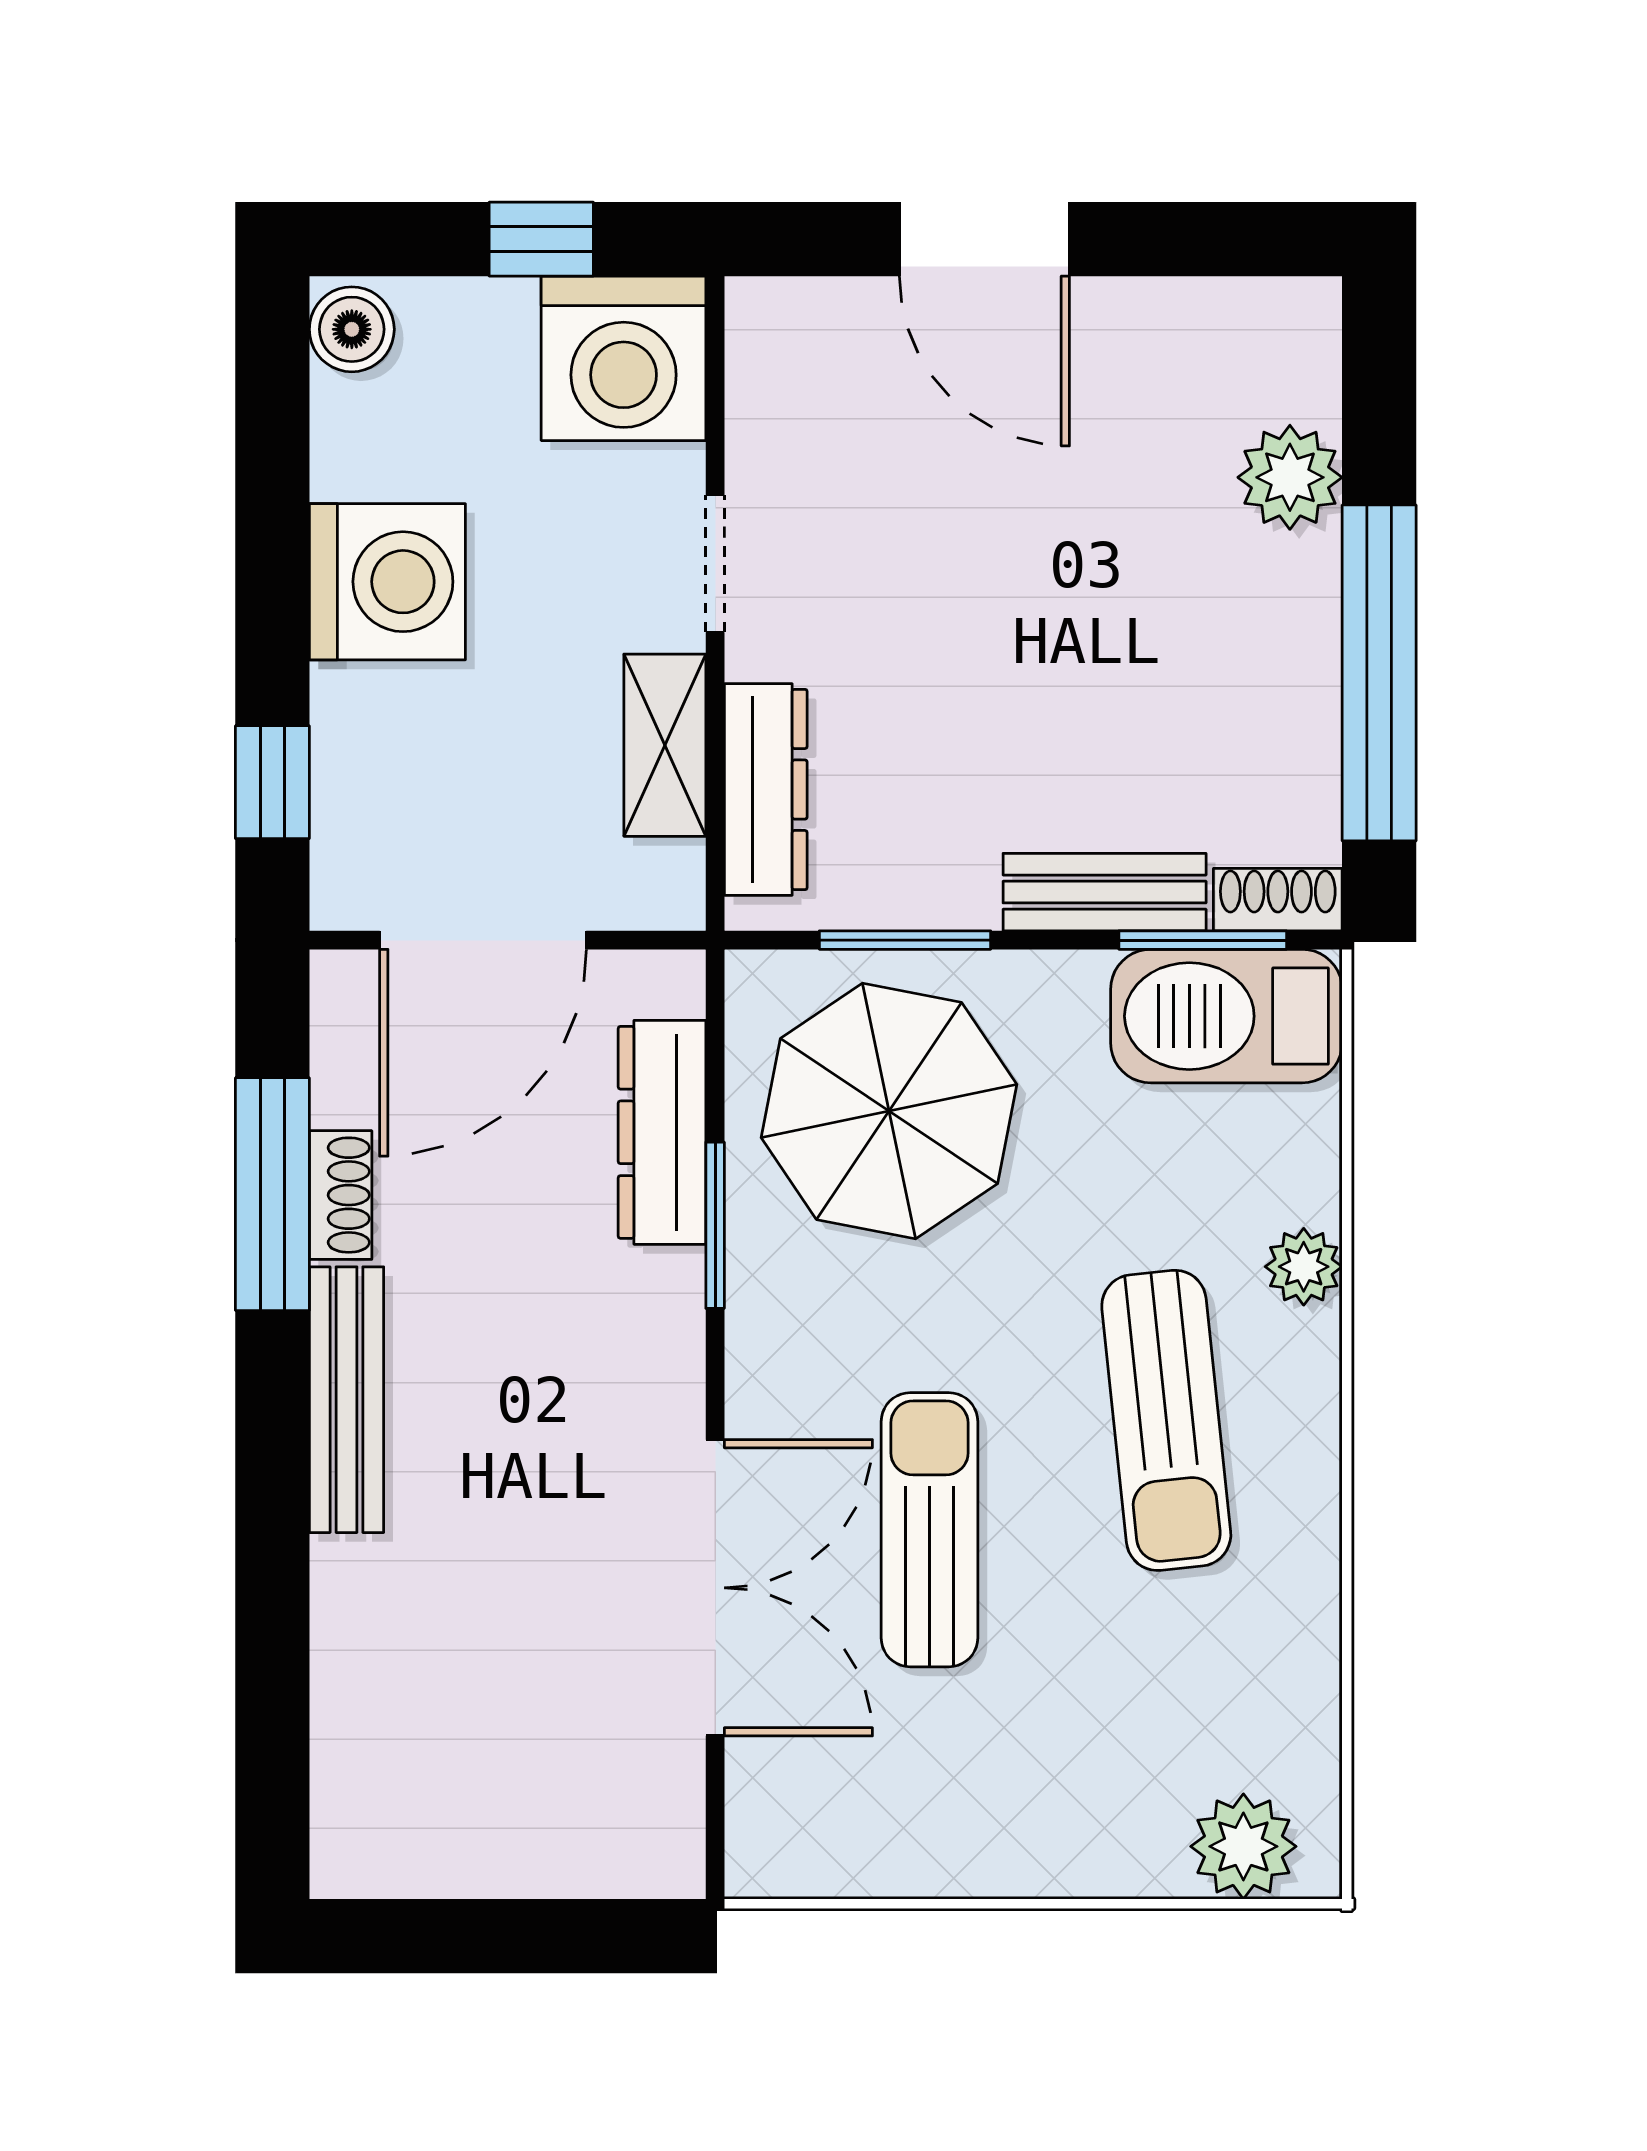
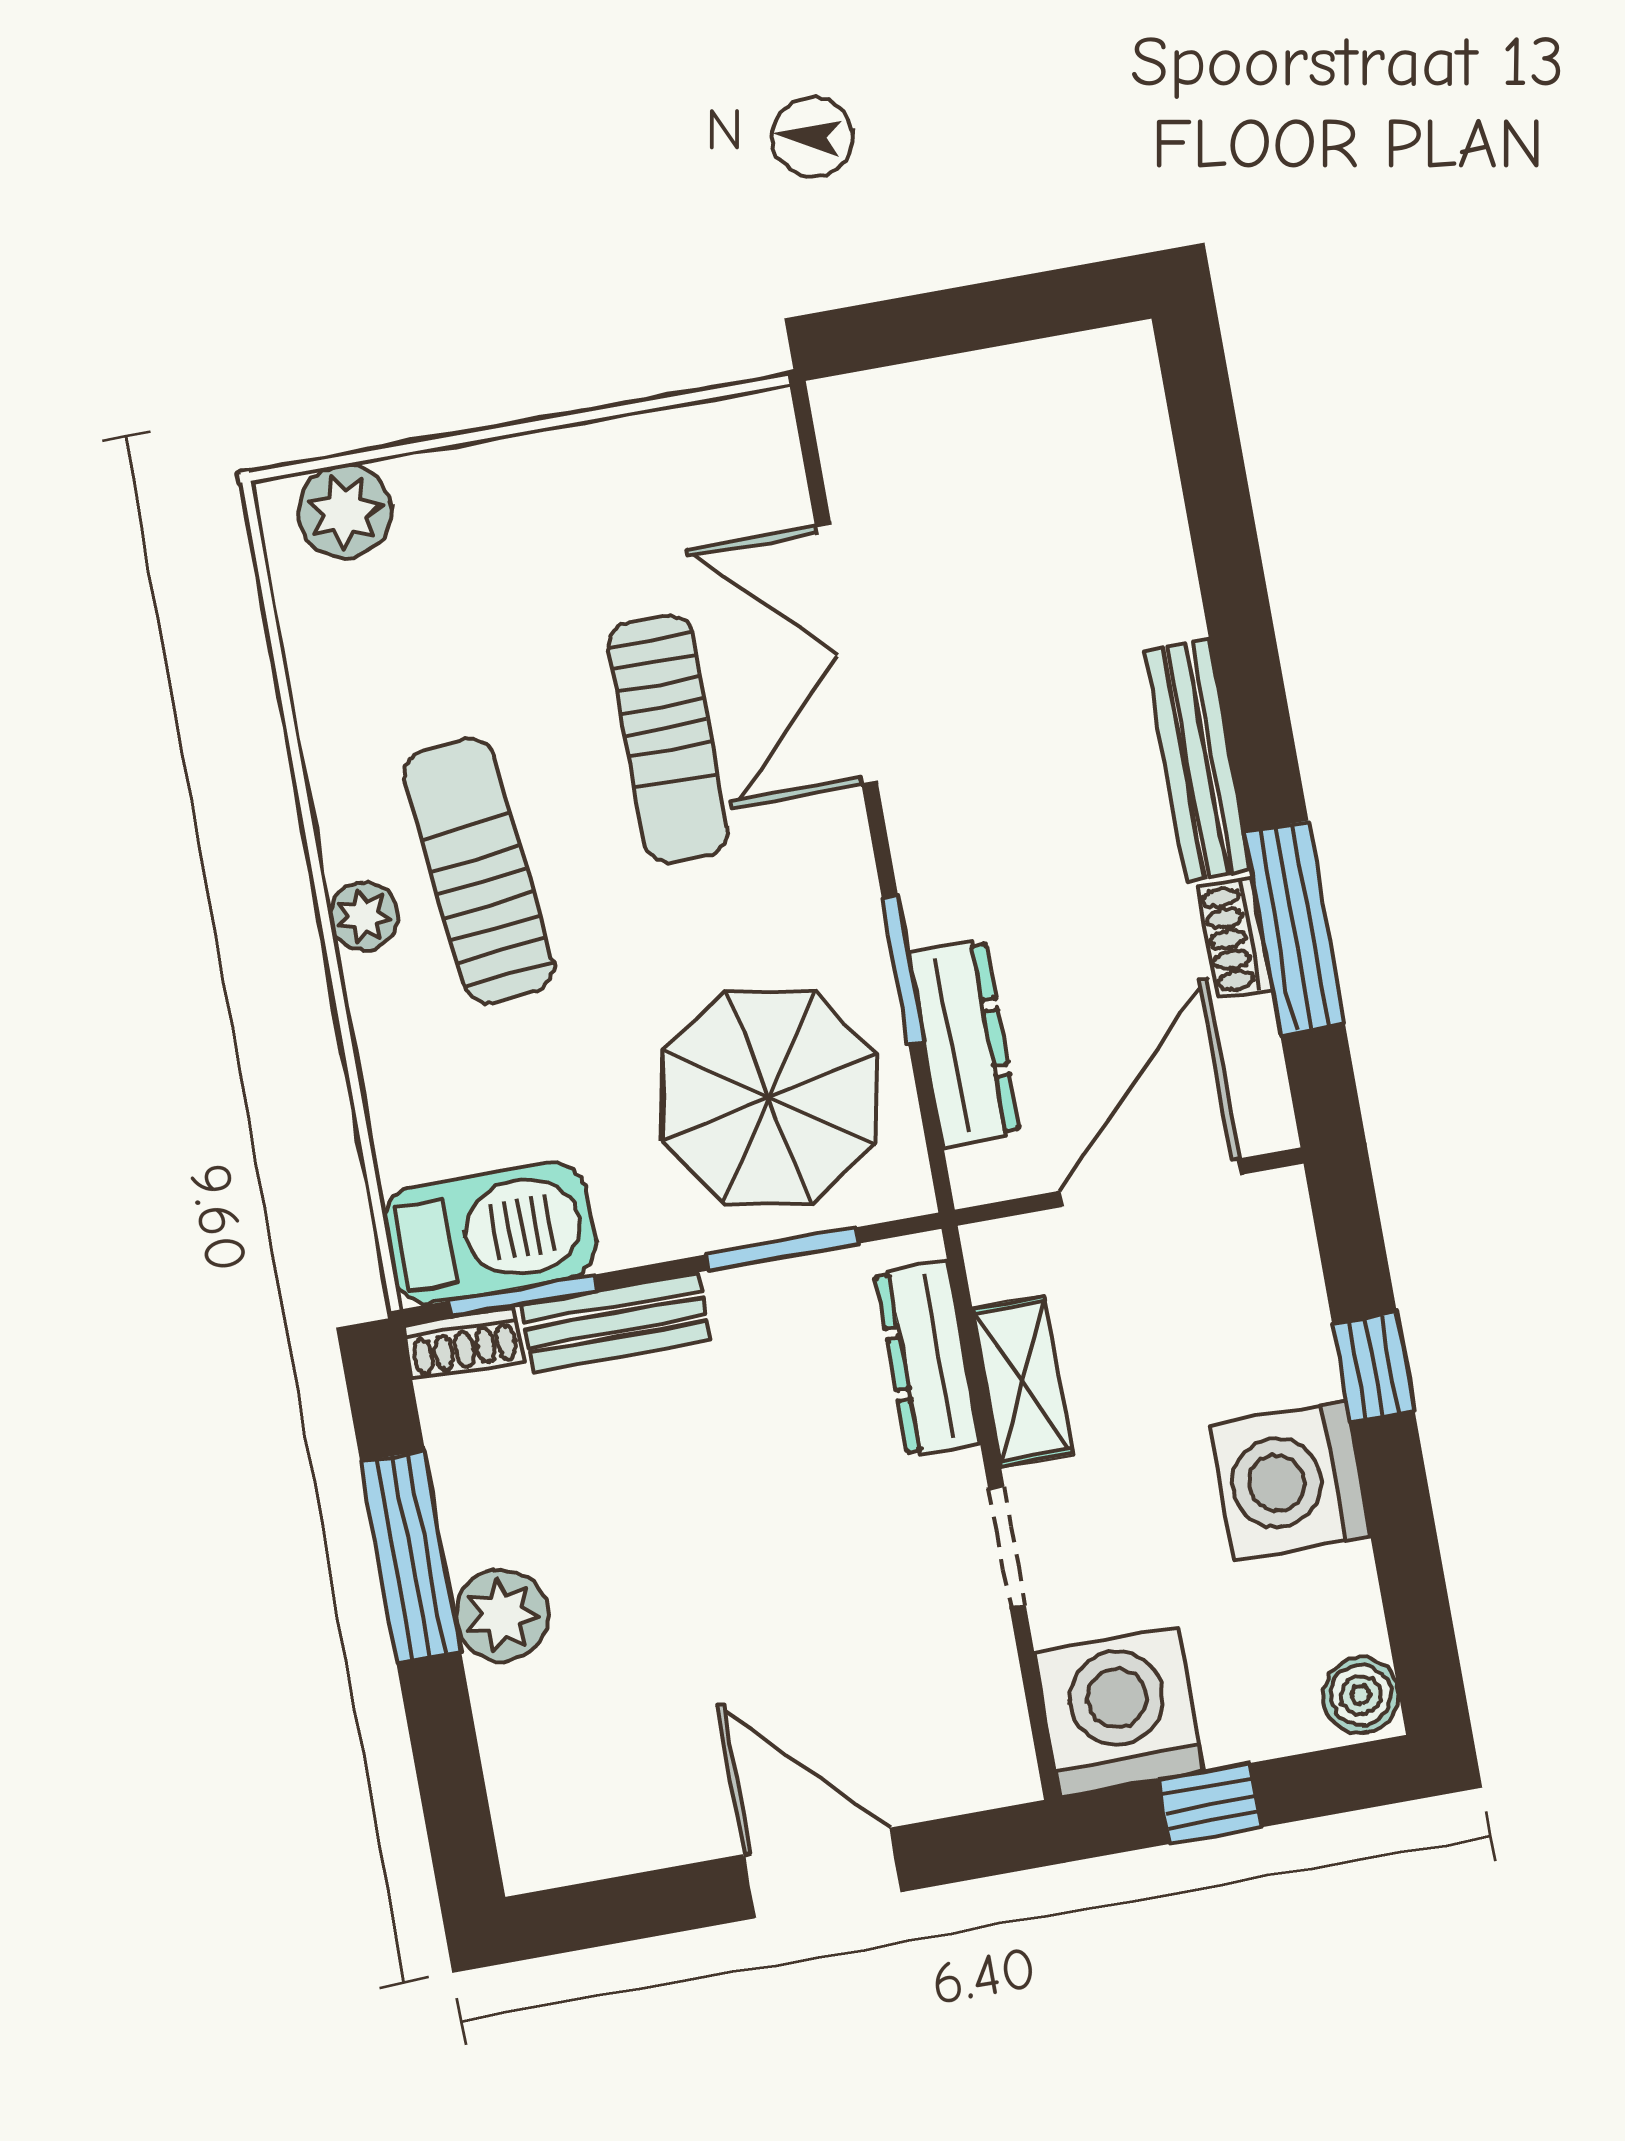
plant: (1290, 477) -> (502, 1616), moved
window: (1379, 673) -> (411, 1556), width x0.68
window: (272, 782) -> (1373, 1368), moved
plant: (1304, 1267) -> (363, 917), moved

